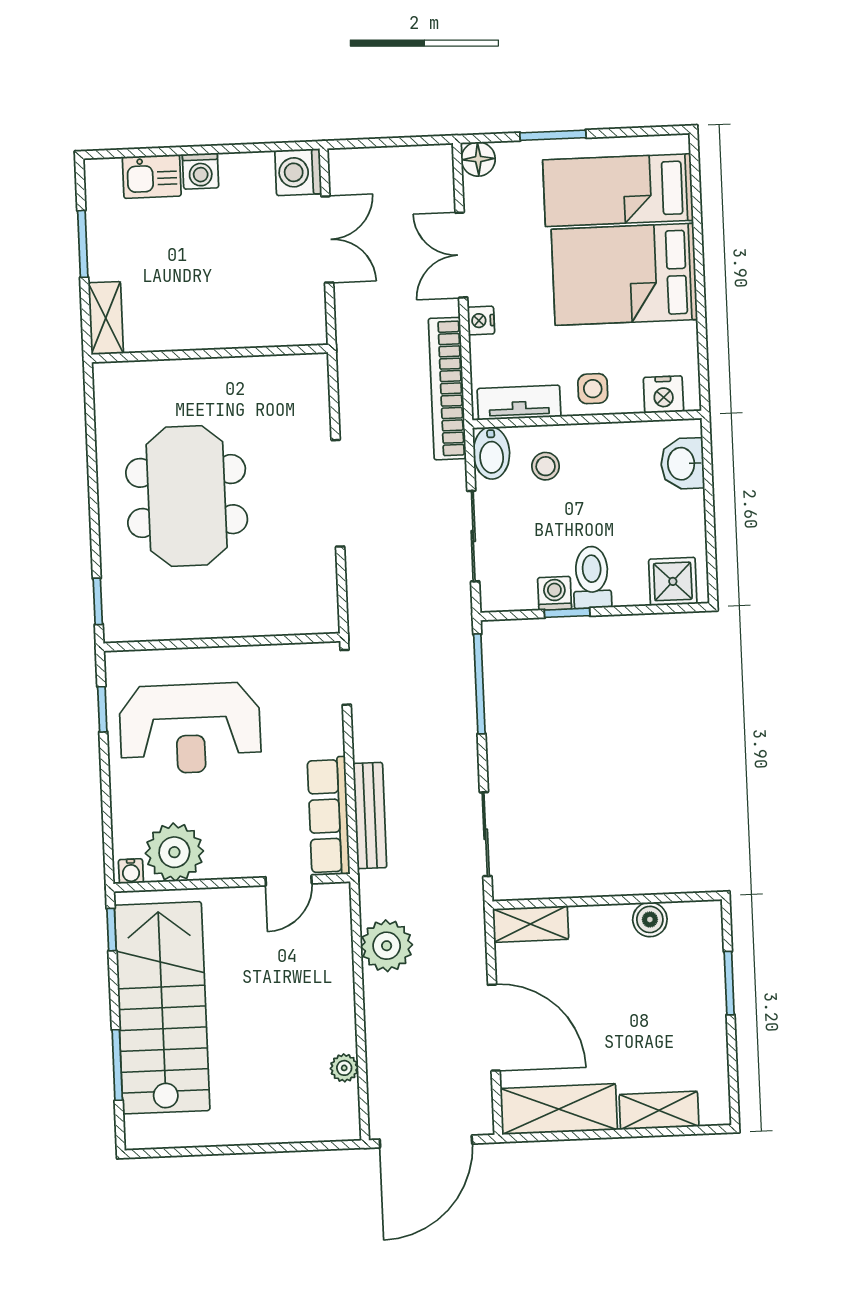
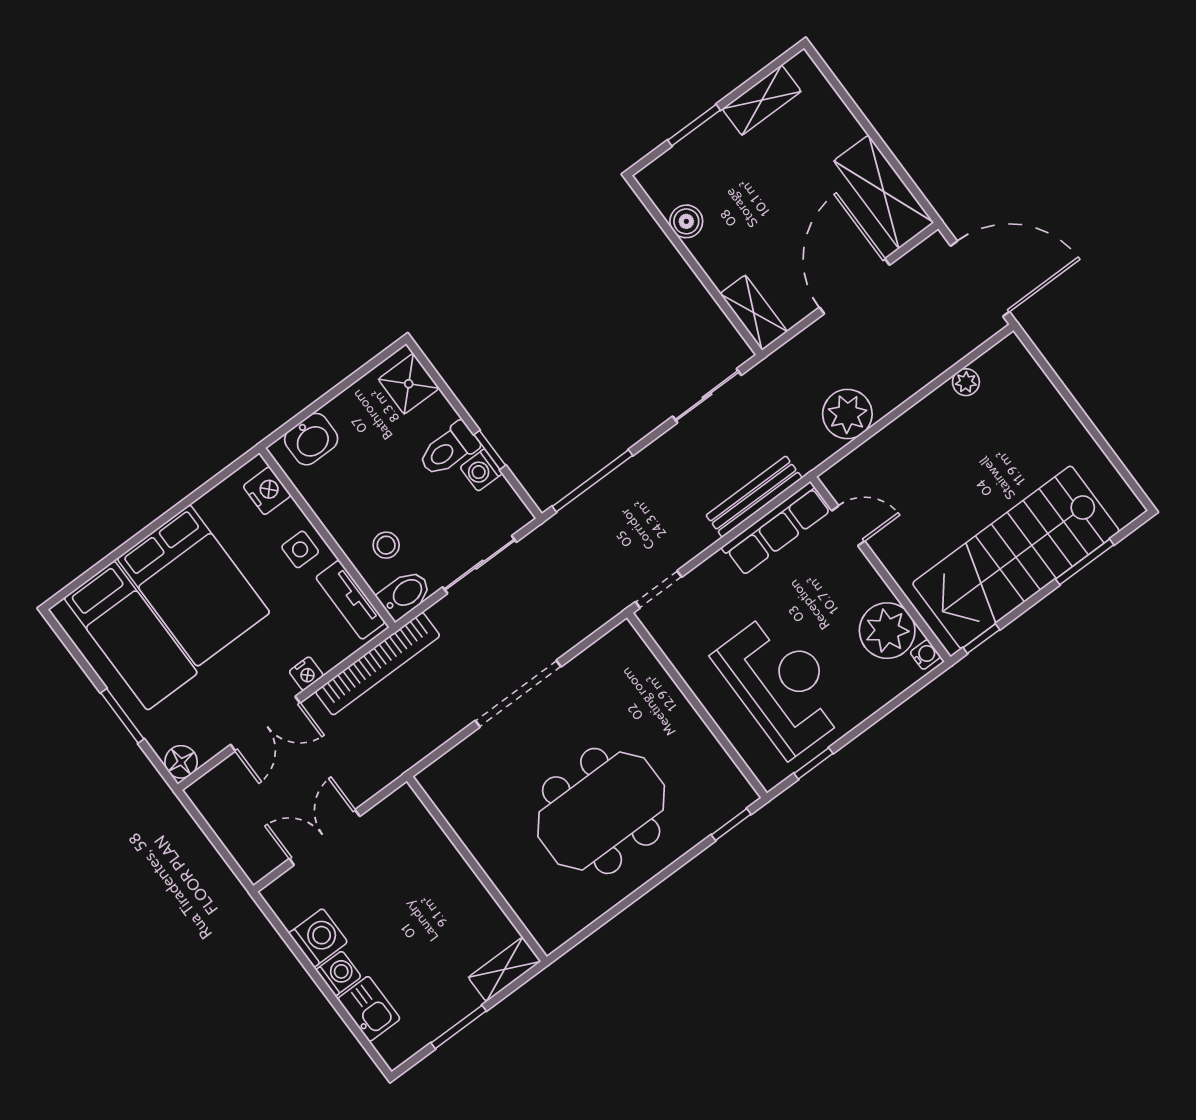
washing machine: (298, 172) -> (318, 938), moved, turned -90
shelving: (659, 1110) -> (762, 100), moved, turned 90

